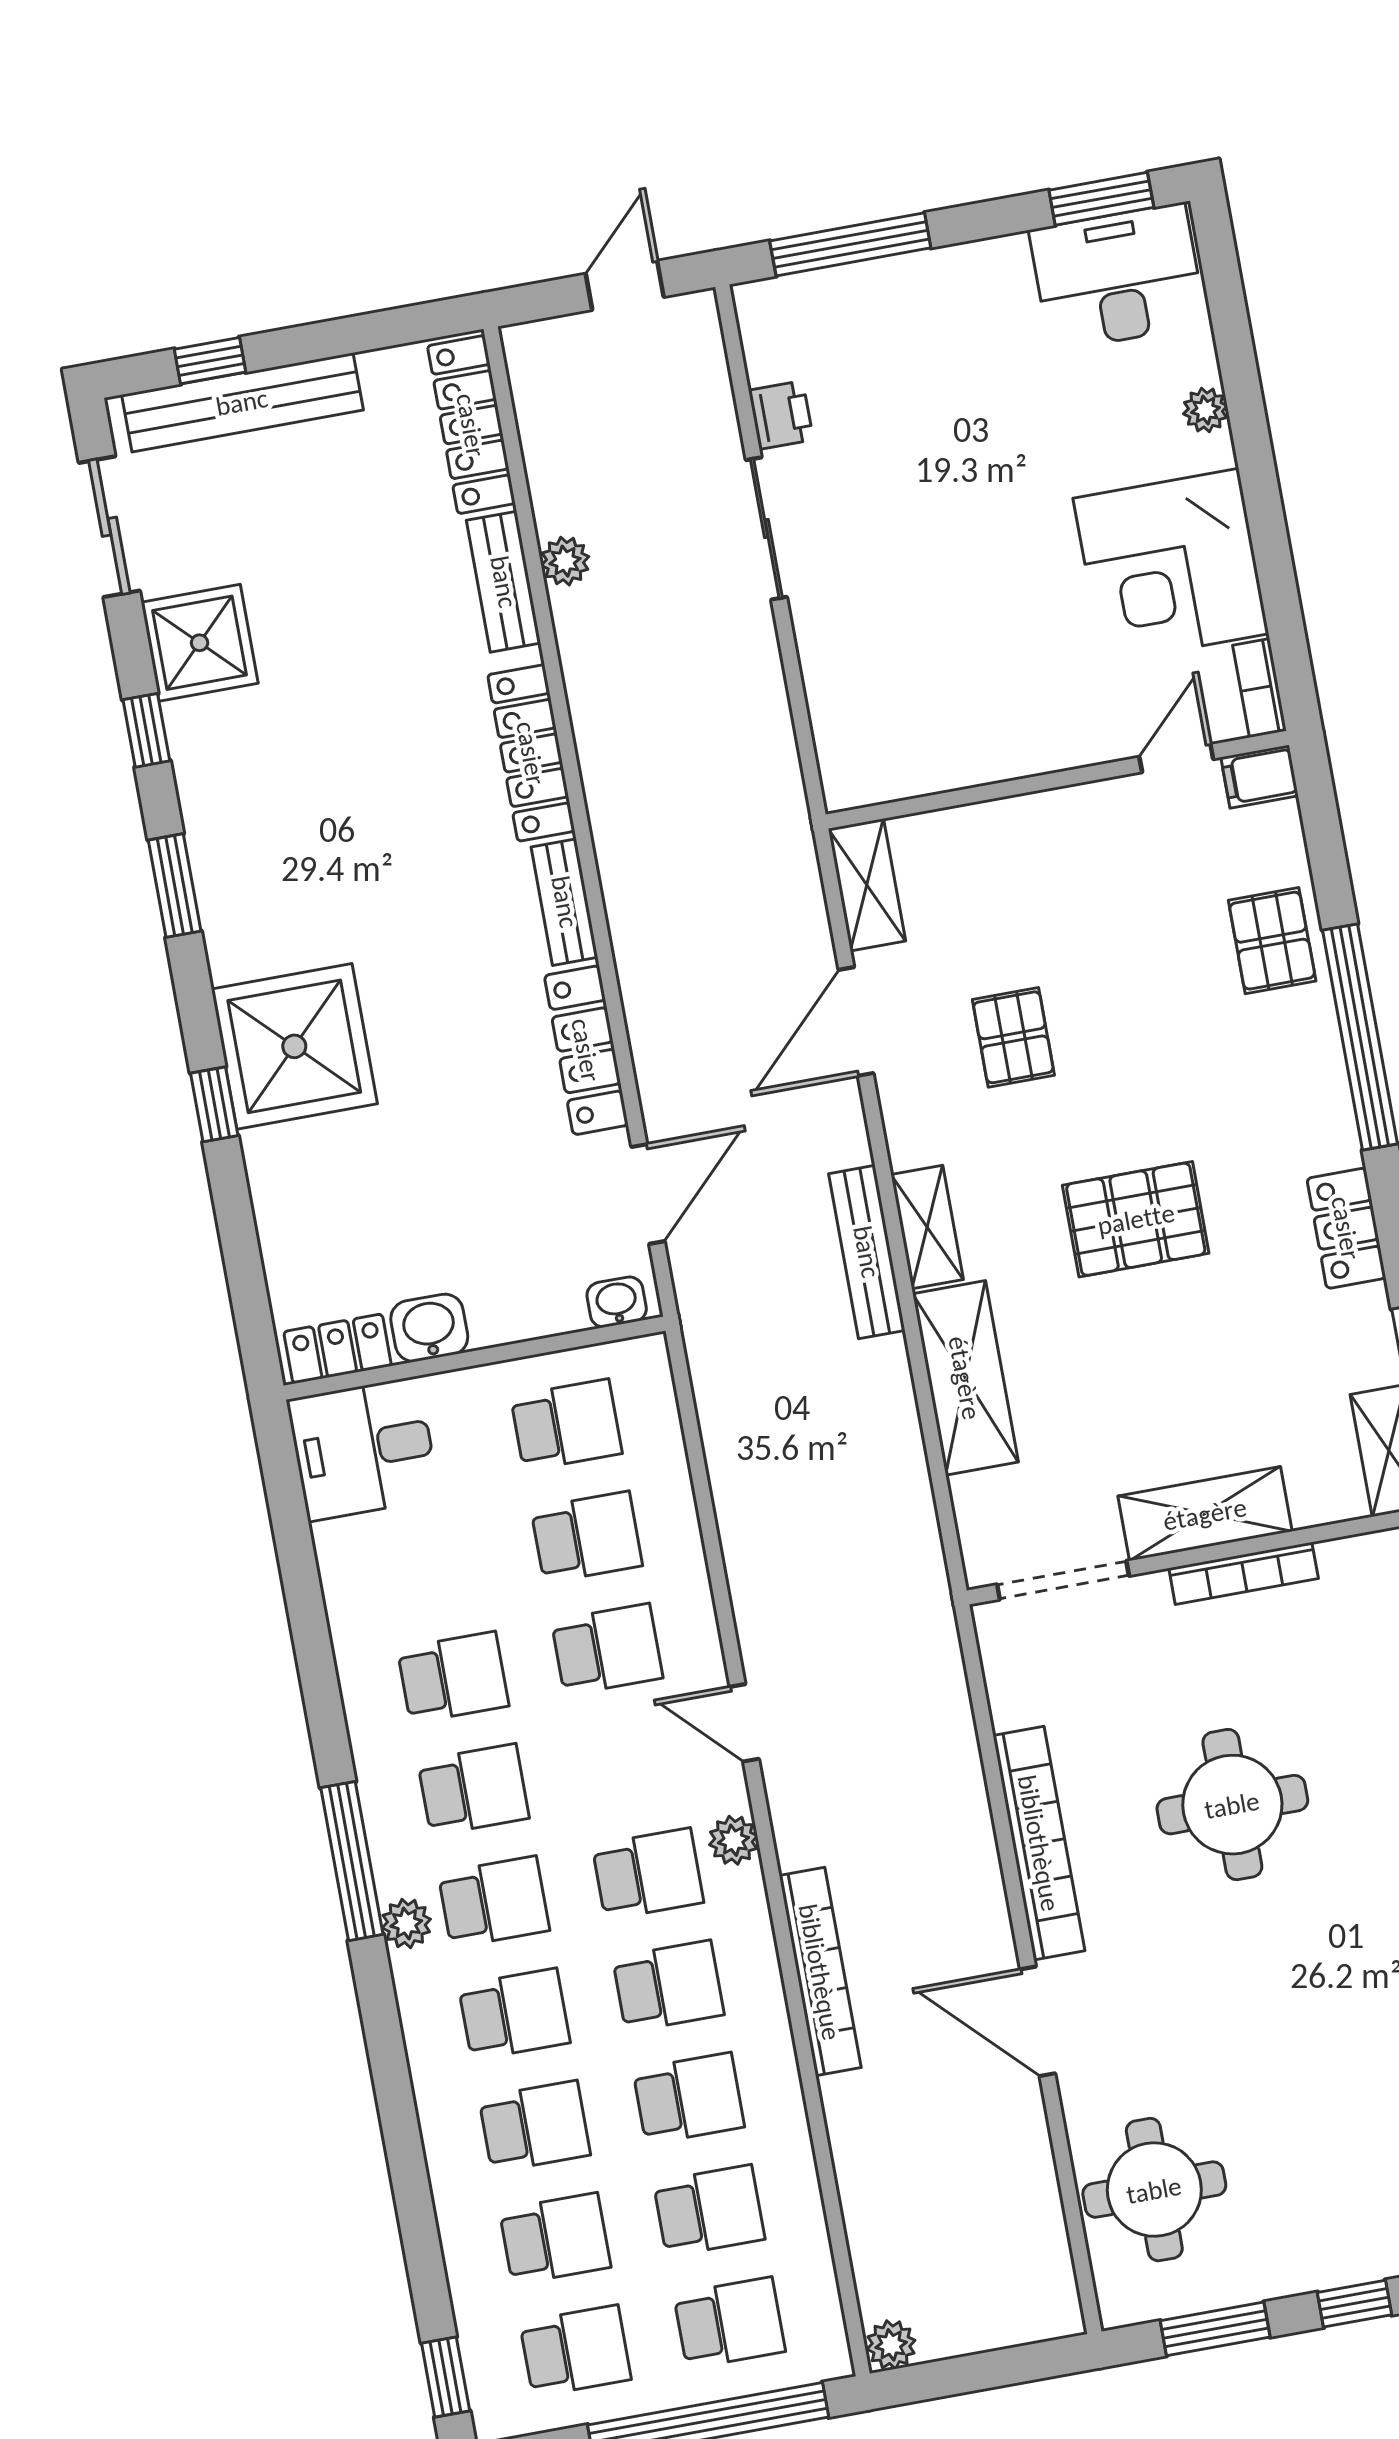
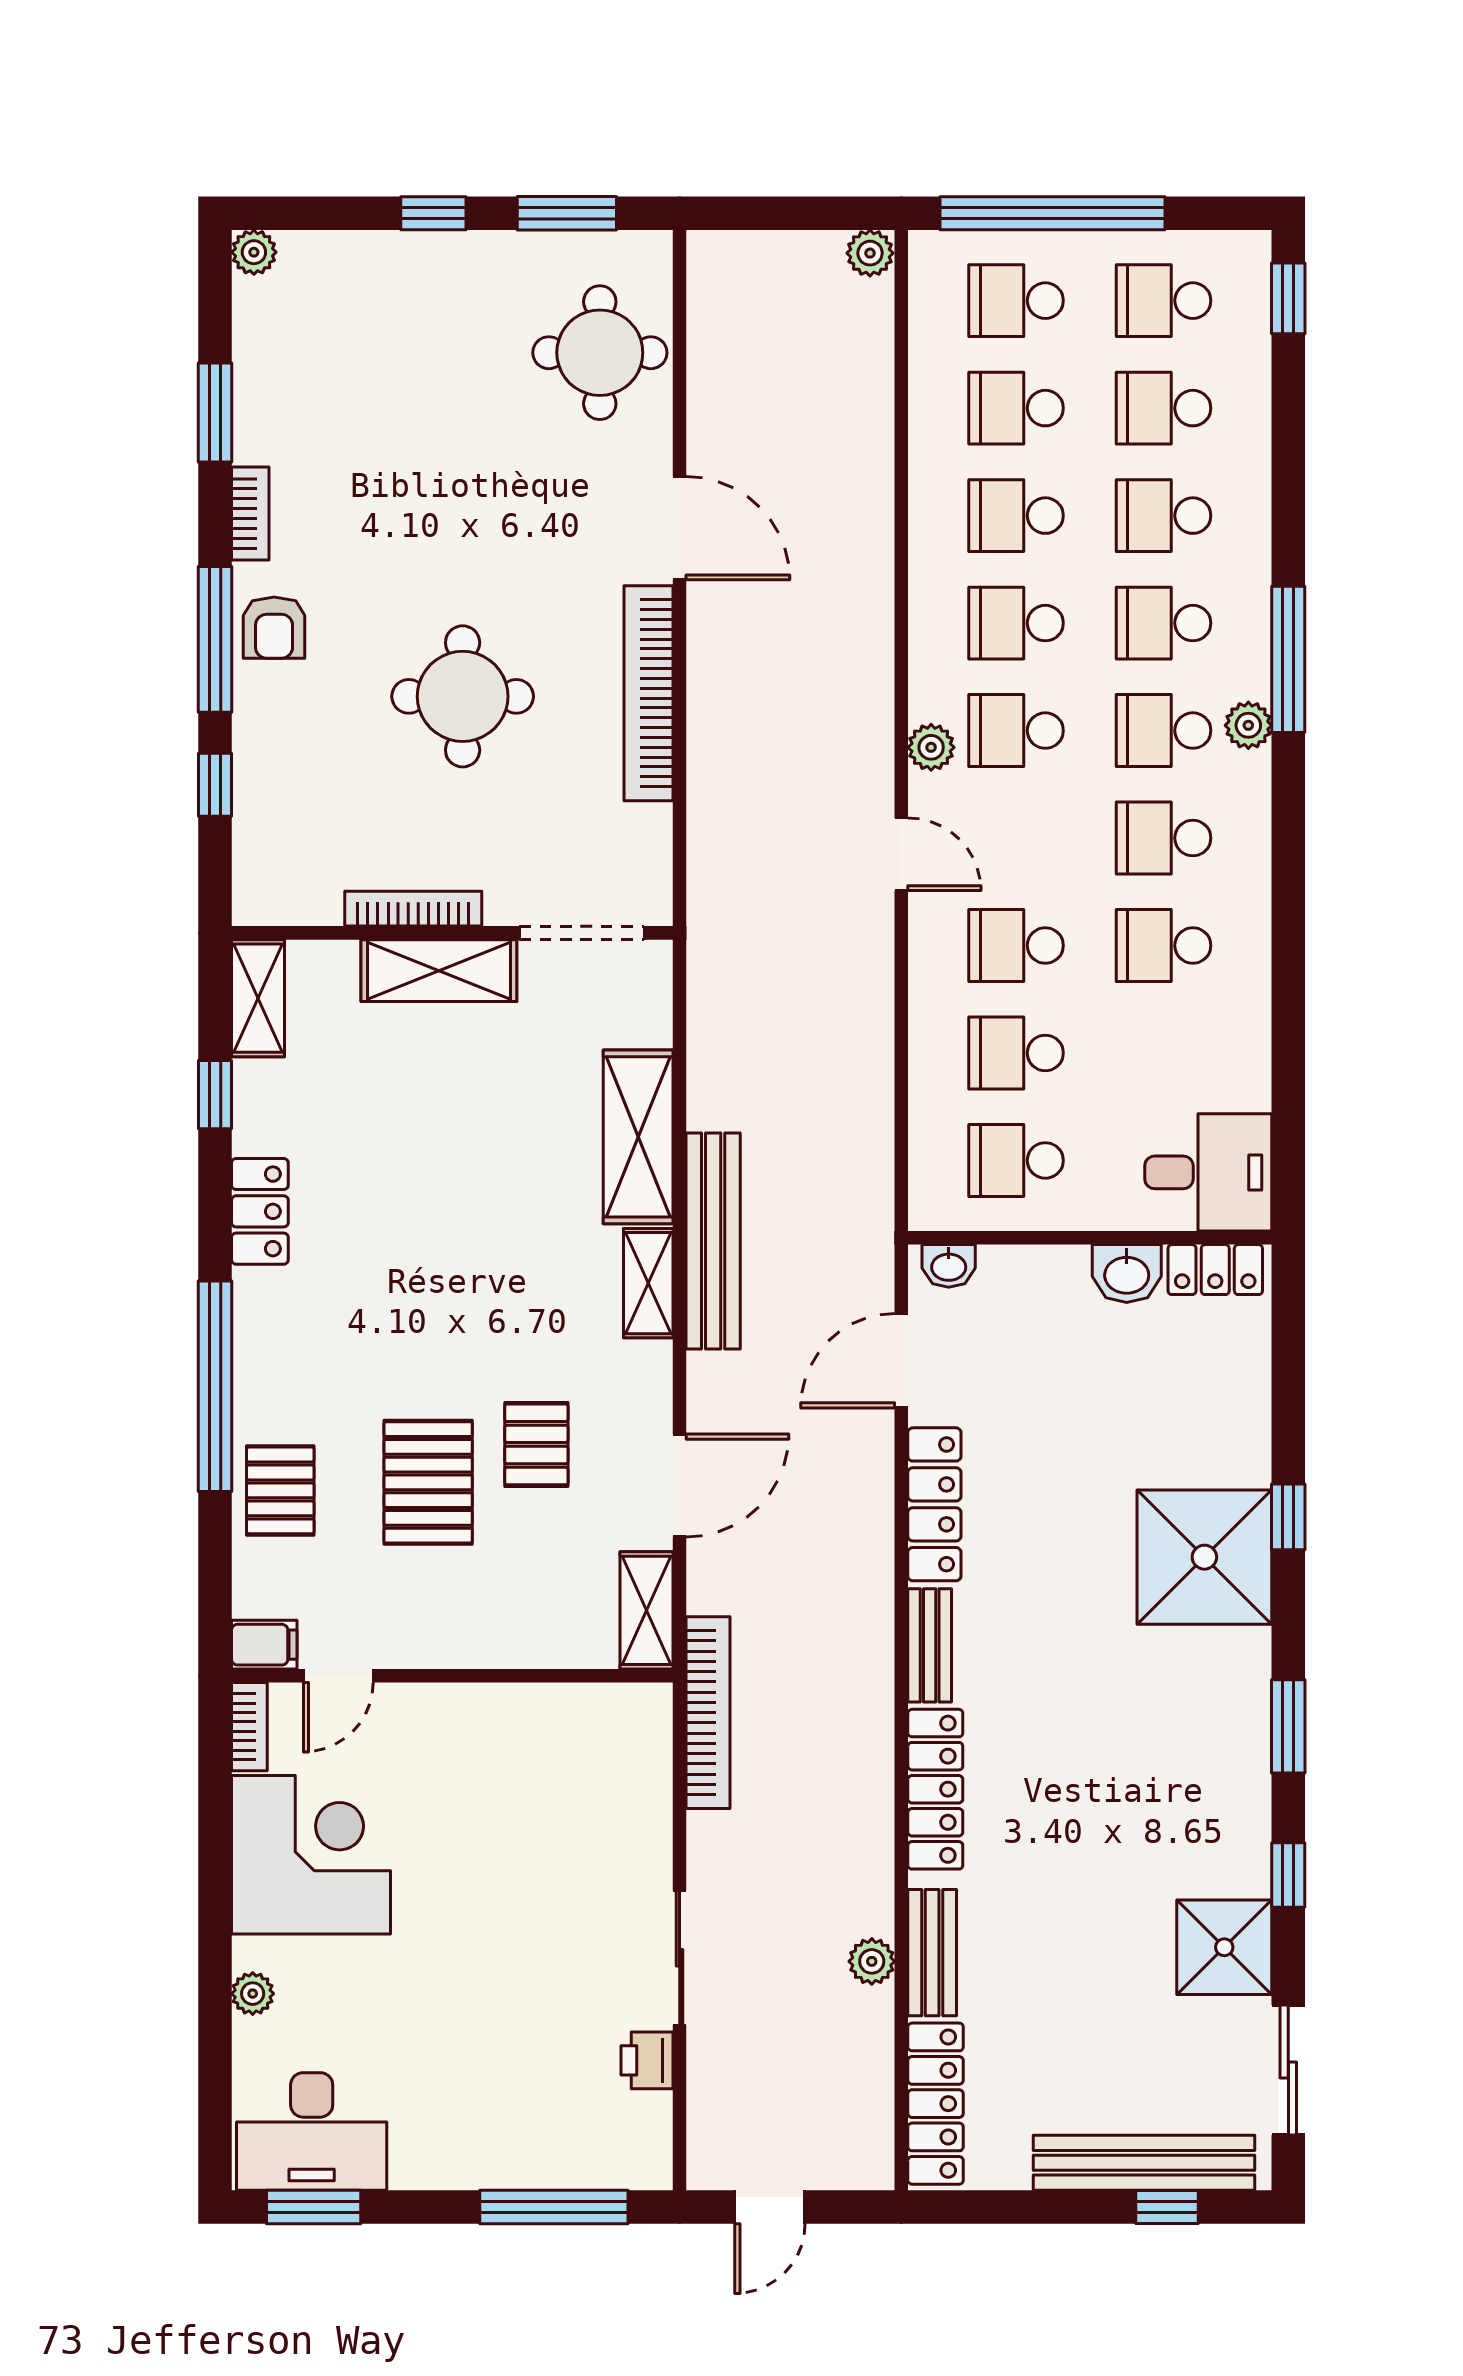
pallet: (1136, 1219) -> (428, 1482), moved, turned 90
bench: (867, 1252) -> (713, 1241), width x1.37, depth x1.21
window: (352, 1861) -> (1288, 659), moved
bookcase: (820, 1972) -> (708, 1713), moved, turned 180

